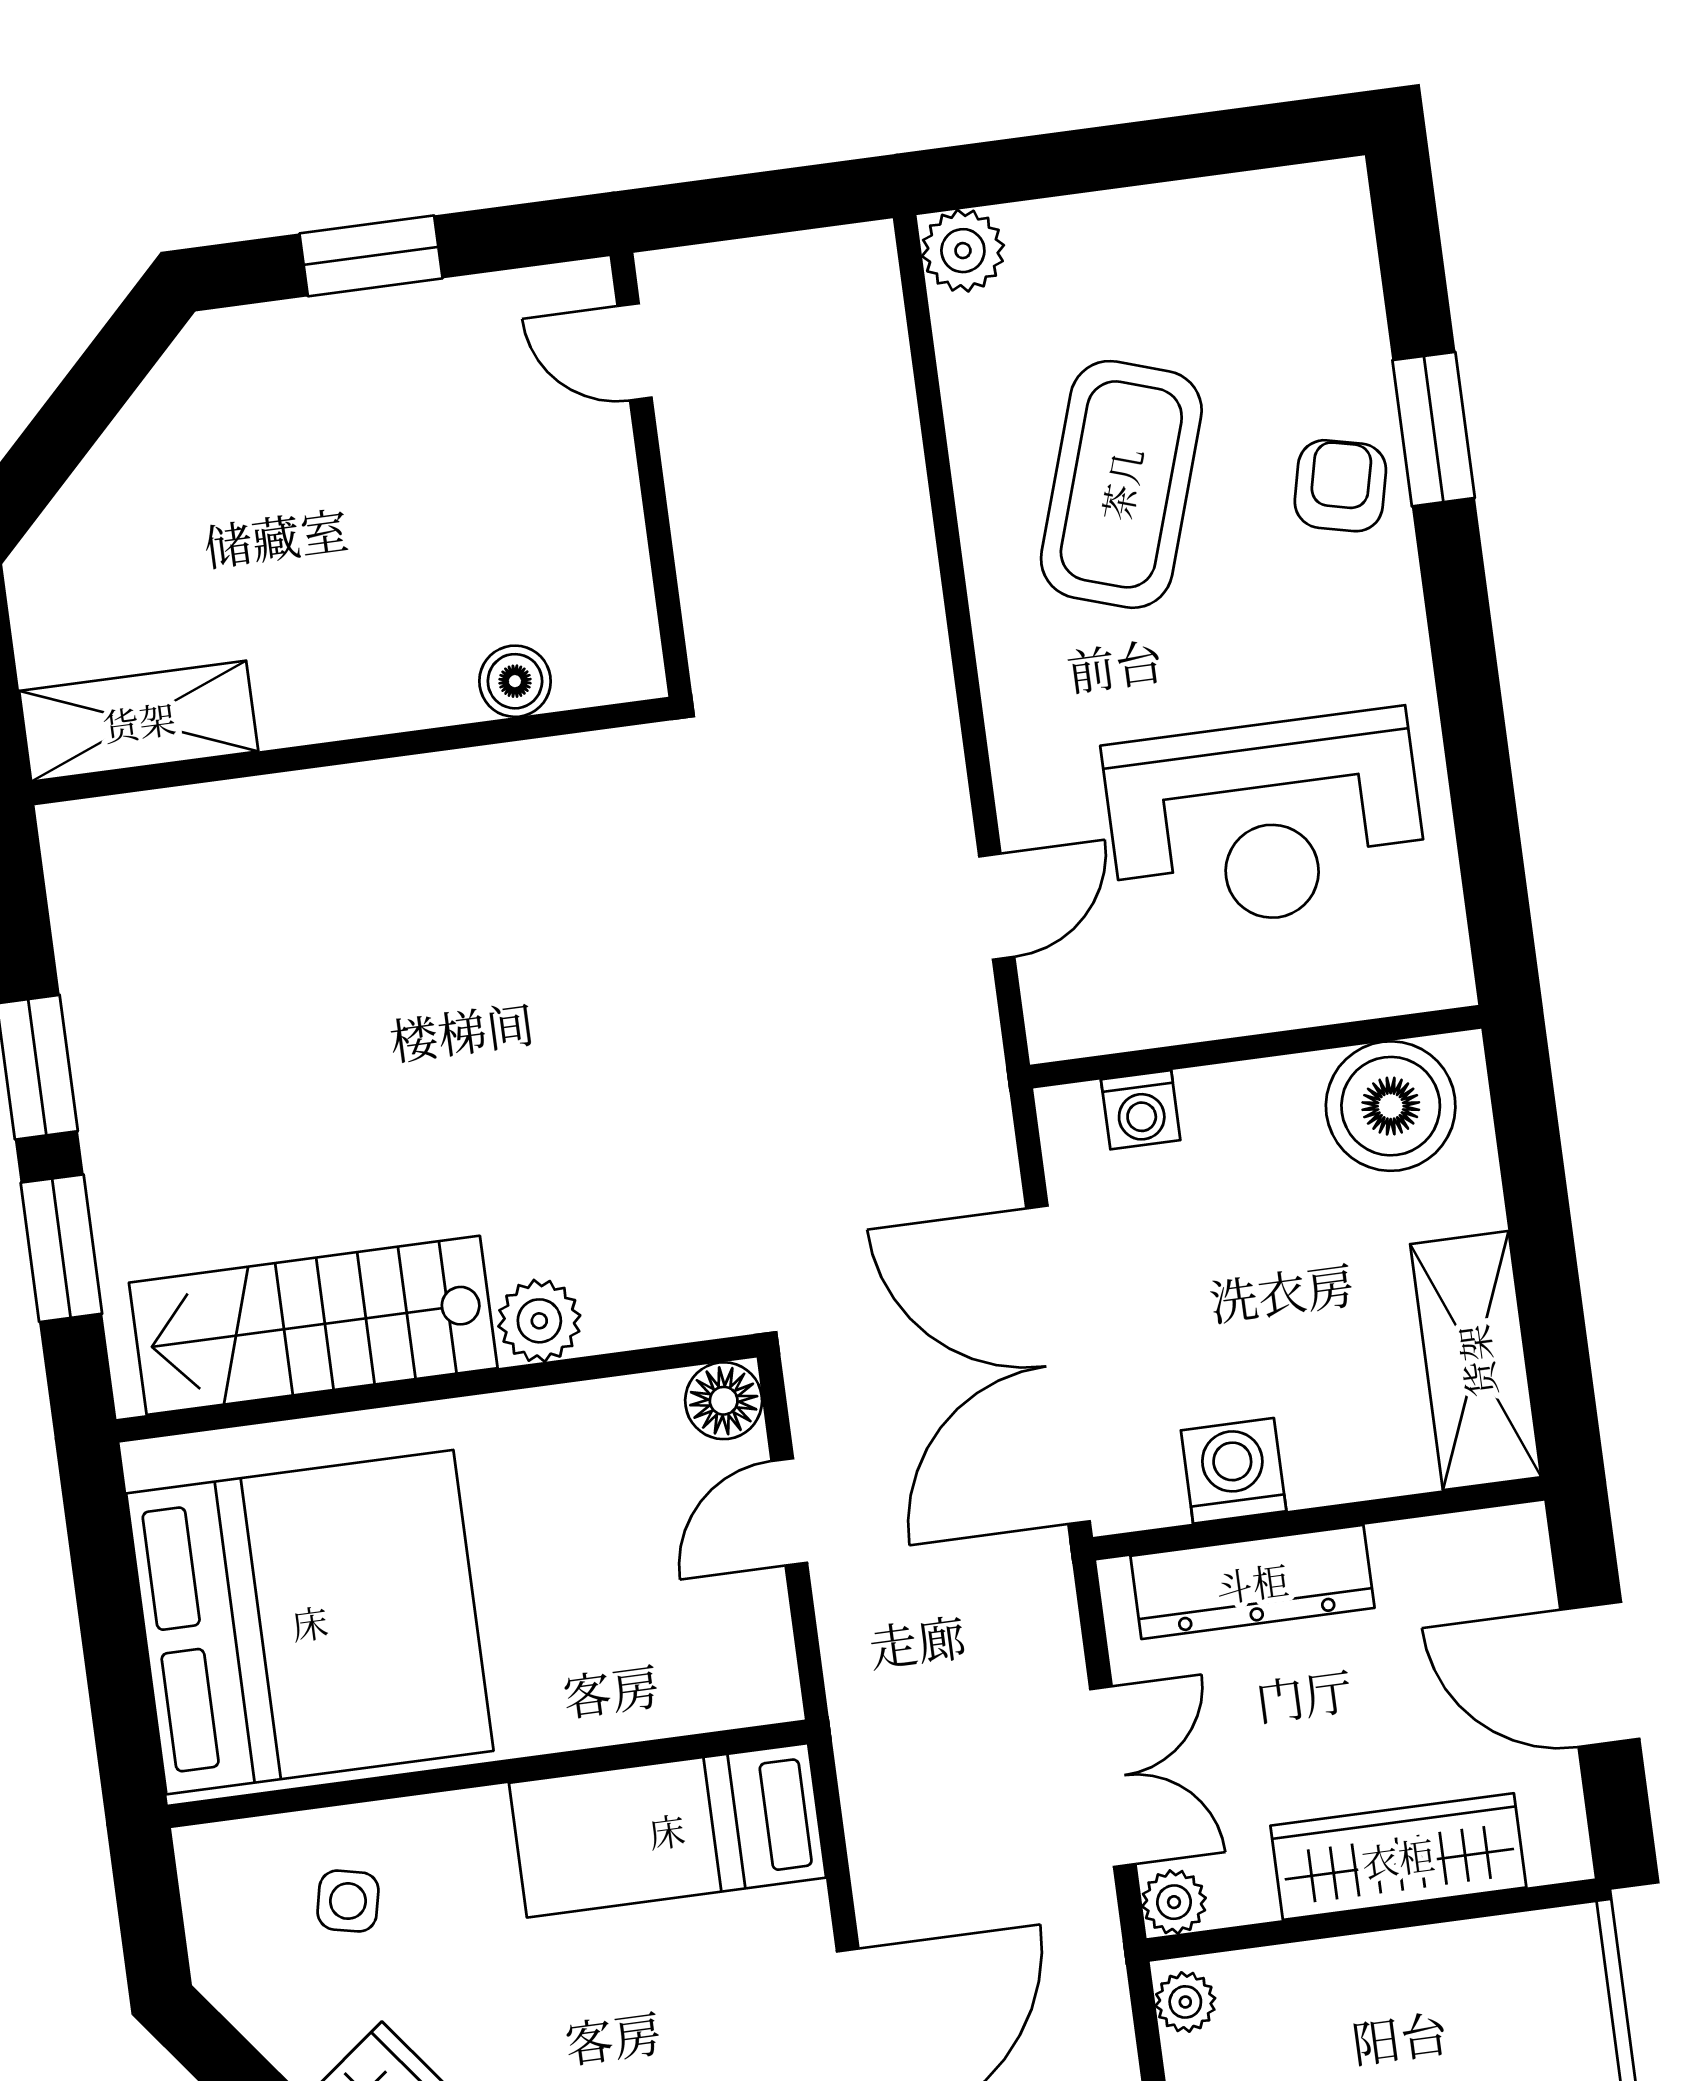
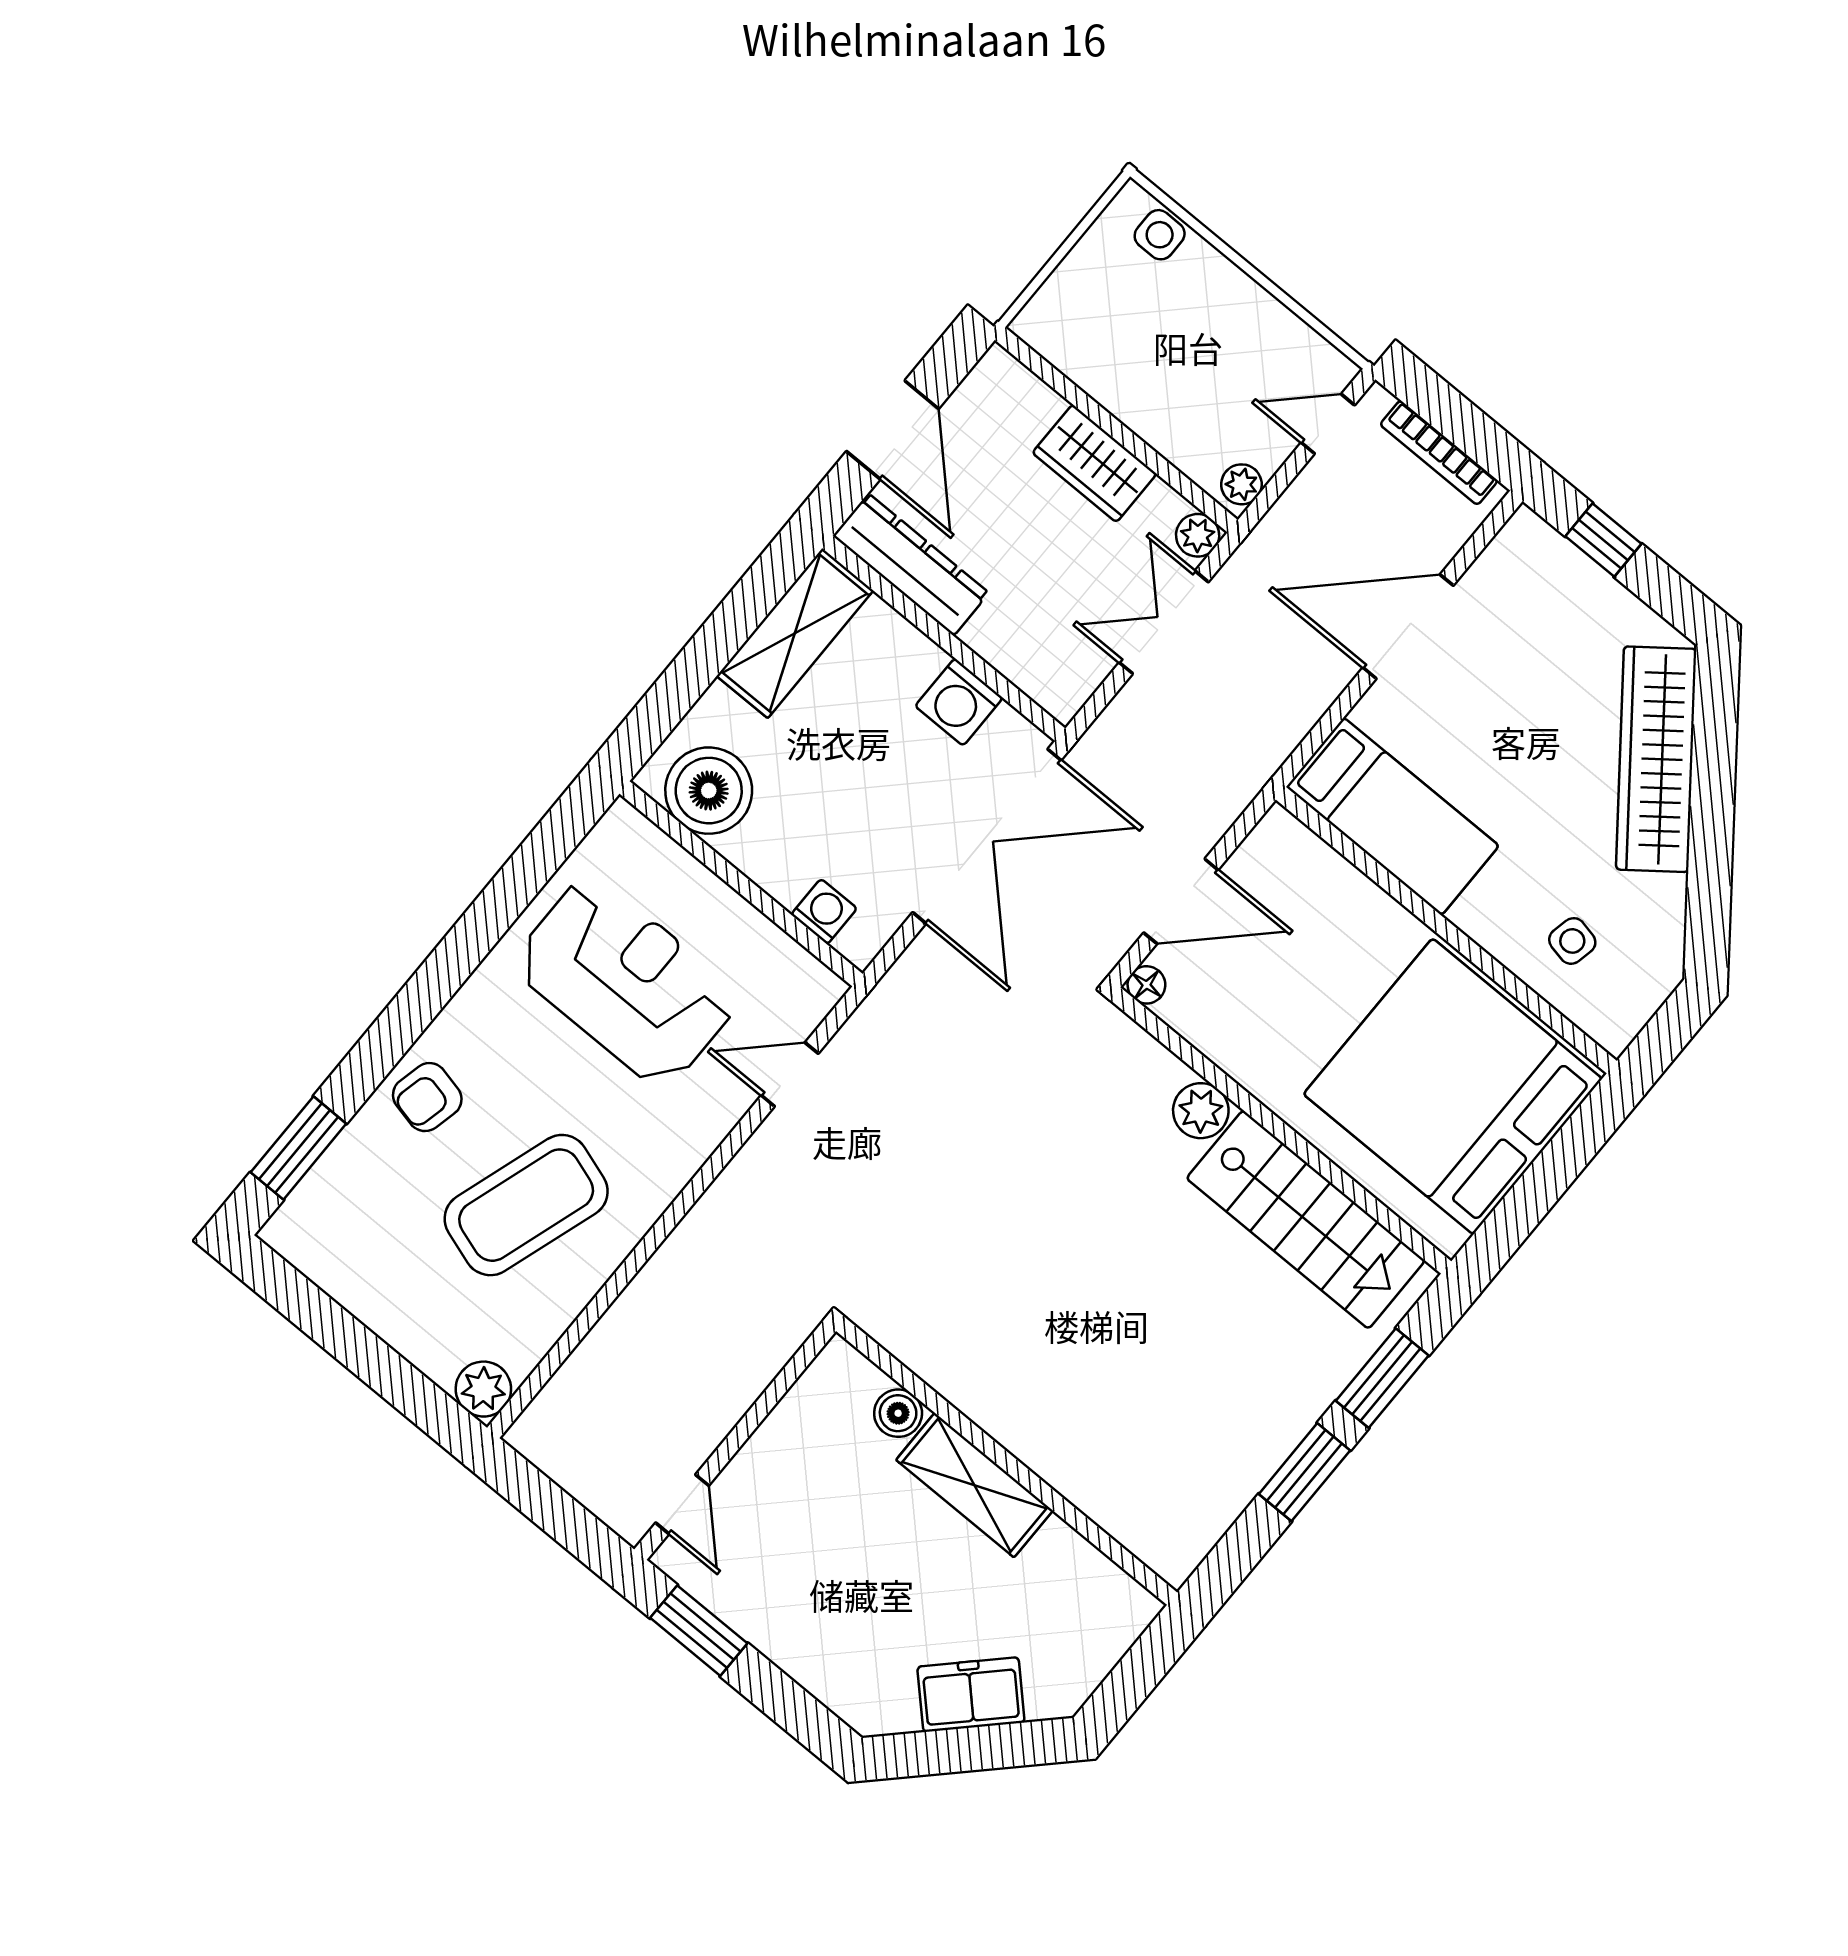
window: (371, 256) -> (699, 1631), moved
window: (1434, 429) -> (298, 1148), moved
freezer: (132, 475) -> (971, 1695), added
shelving: (139, 721) -> (974, 1485), moved
floor lamp: (724, 1401) -> (1146, 985), width x0.73, depth x0.73
door: (789, 1512) -> (1181, 901), width x1.38
dresser: (1252, 1582) -> (911, 564), moved
wardrobe: (1398, 1857) -> (1094, 463), width x0.67

